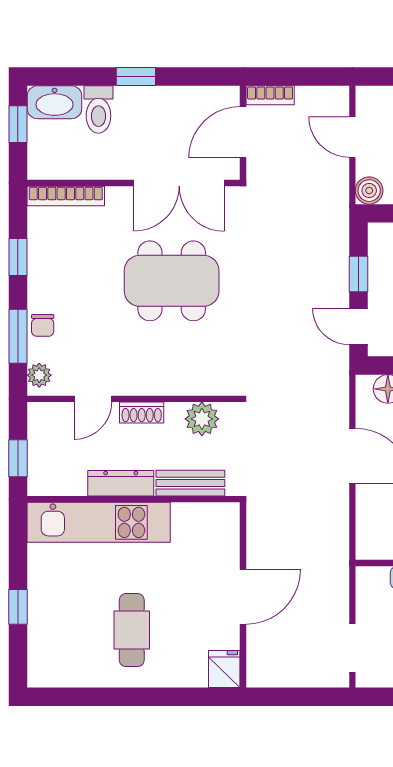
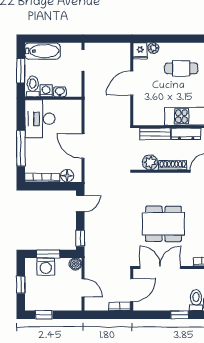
window: (359, 274) -> (80, 238), moved
door: (359, 327) -> (80, 203), hinge flipped
shoe rack: (142, 413) -> (173, 165), width x1.43
cafe table: (132, 630) -> (181, 68), turned 90
plant: (194, 676) -> (153, 48), added

